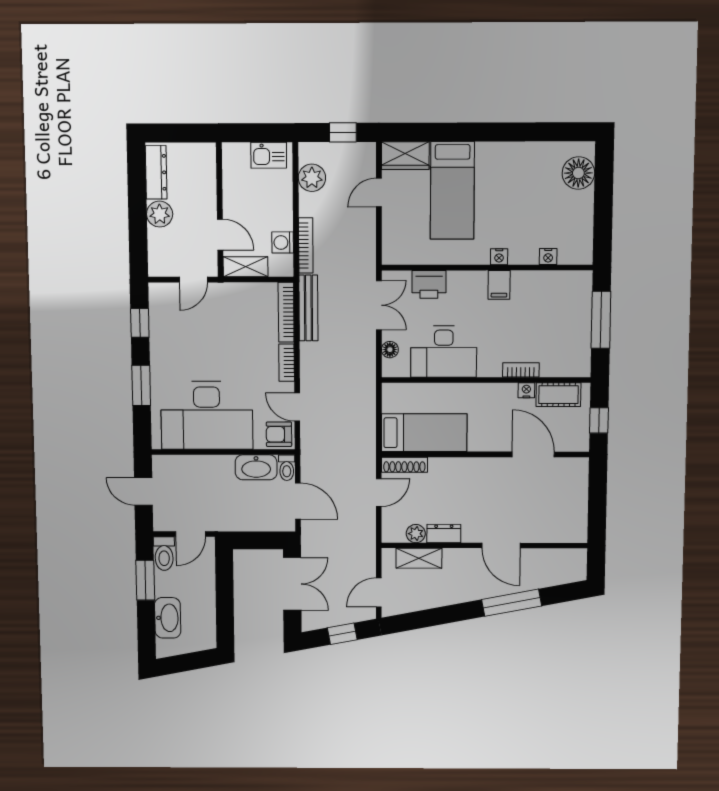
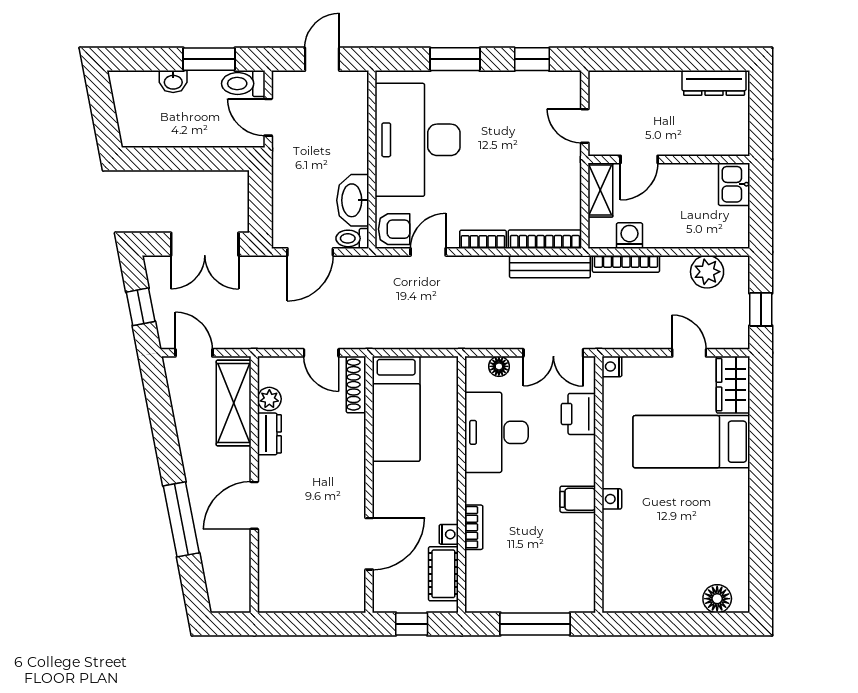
kitchen sink: (269, 155) -> (734, 184), moved
floor lamp: (578, 173) -> (717, 599), width x0.73, depth x0.73
plant: (160, 214) -> (664, 86), removed
nightstand: (548, 257) -> (612, 367), moved
armchair: (279, 434) -> (394, 229), turned 90
shelving: (419, 558) -> (234, 403), width x1.50, depth x1.33
washbasin: (168, 618) -> (173, 82), width x0.52, depth x0.69

